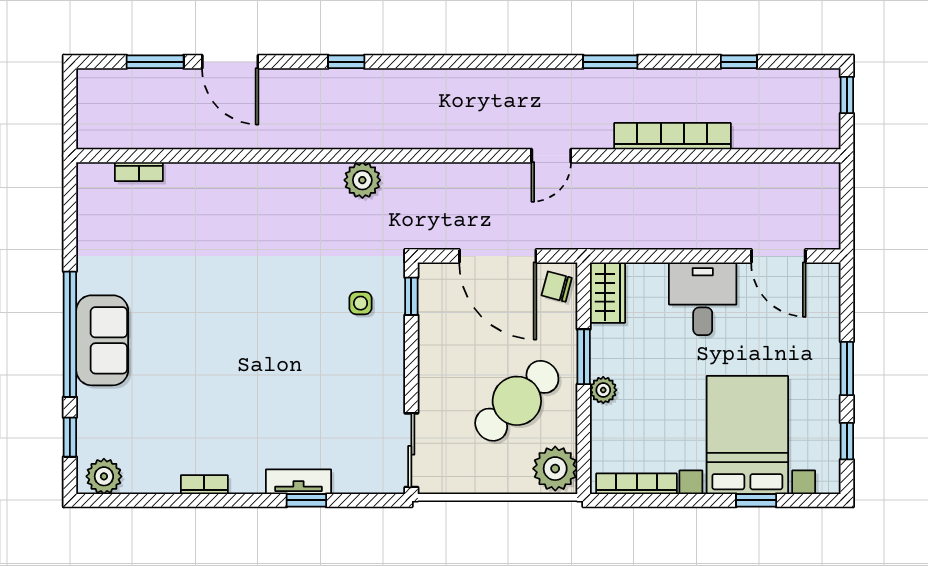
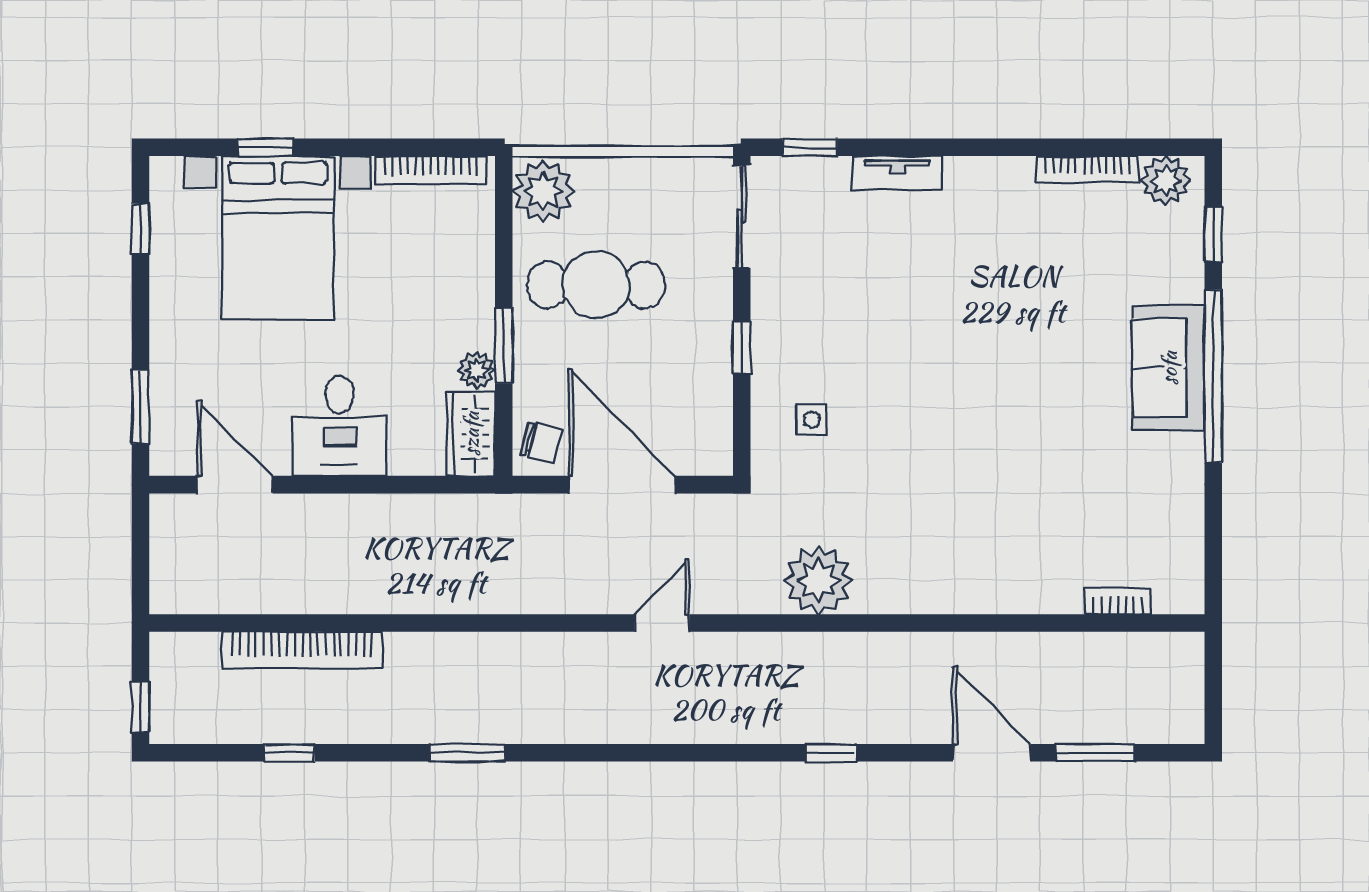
bookcase: (672, 136) -> (302, 650), moved
door: (551, 156) -> (662, 623), moved
plant: (362, 180) -> (818, 580), width x1.36, depth x1.36
window: (411, 296) -> (742, 347), moved
window: (847, 369) -> (140, 407), moved
plant: (603, 390) -> (477, 370), moved
cafe table: (517, 401) -> (596, 285), turned 43
bookcase: (204, 485) -> (1087, 169), moved, width x1.56
window: (306, 500) -> (810, 147), moved

